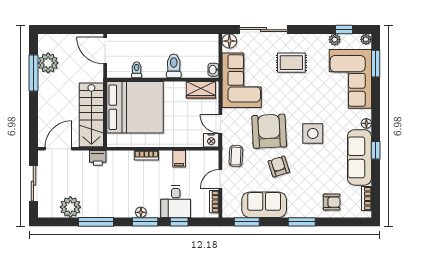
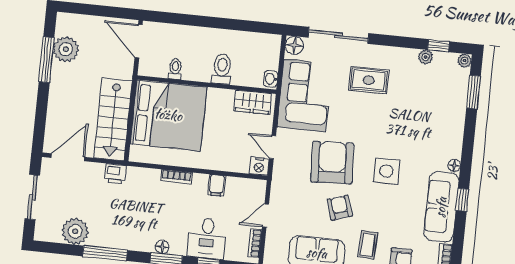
corner sofa: (350, 79) -> (440, 108), removed
coffee table: (236, 156) -> (368, 245), moved

